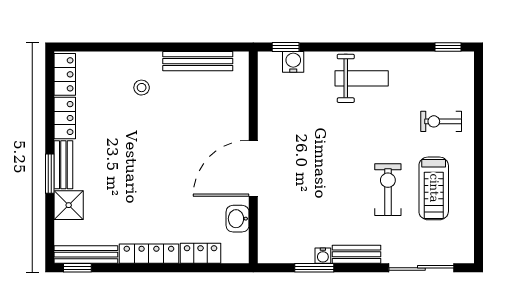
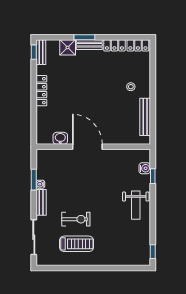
window: (286, 47) -> (153, 176), moved
exercise bike: (441, 121) -> (113, 248), removed
treadmill: (434, 188) -> (77, 244), turned 180
locker: (201, 253) -> (42, 118), removed
bench: (86, 255) -> (41, 52), width x0.73

